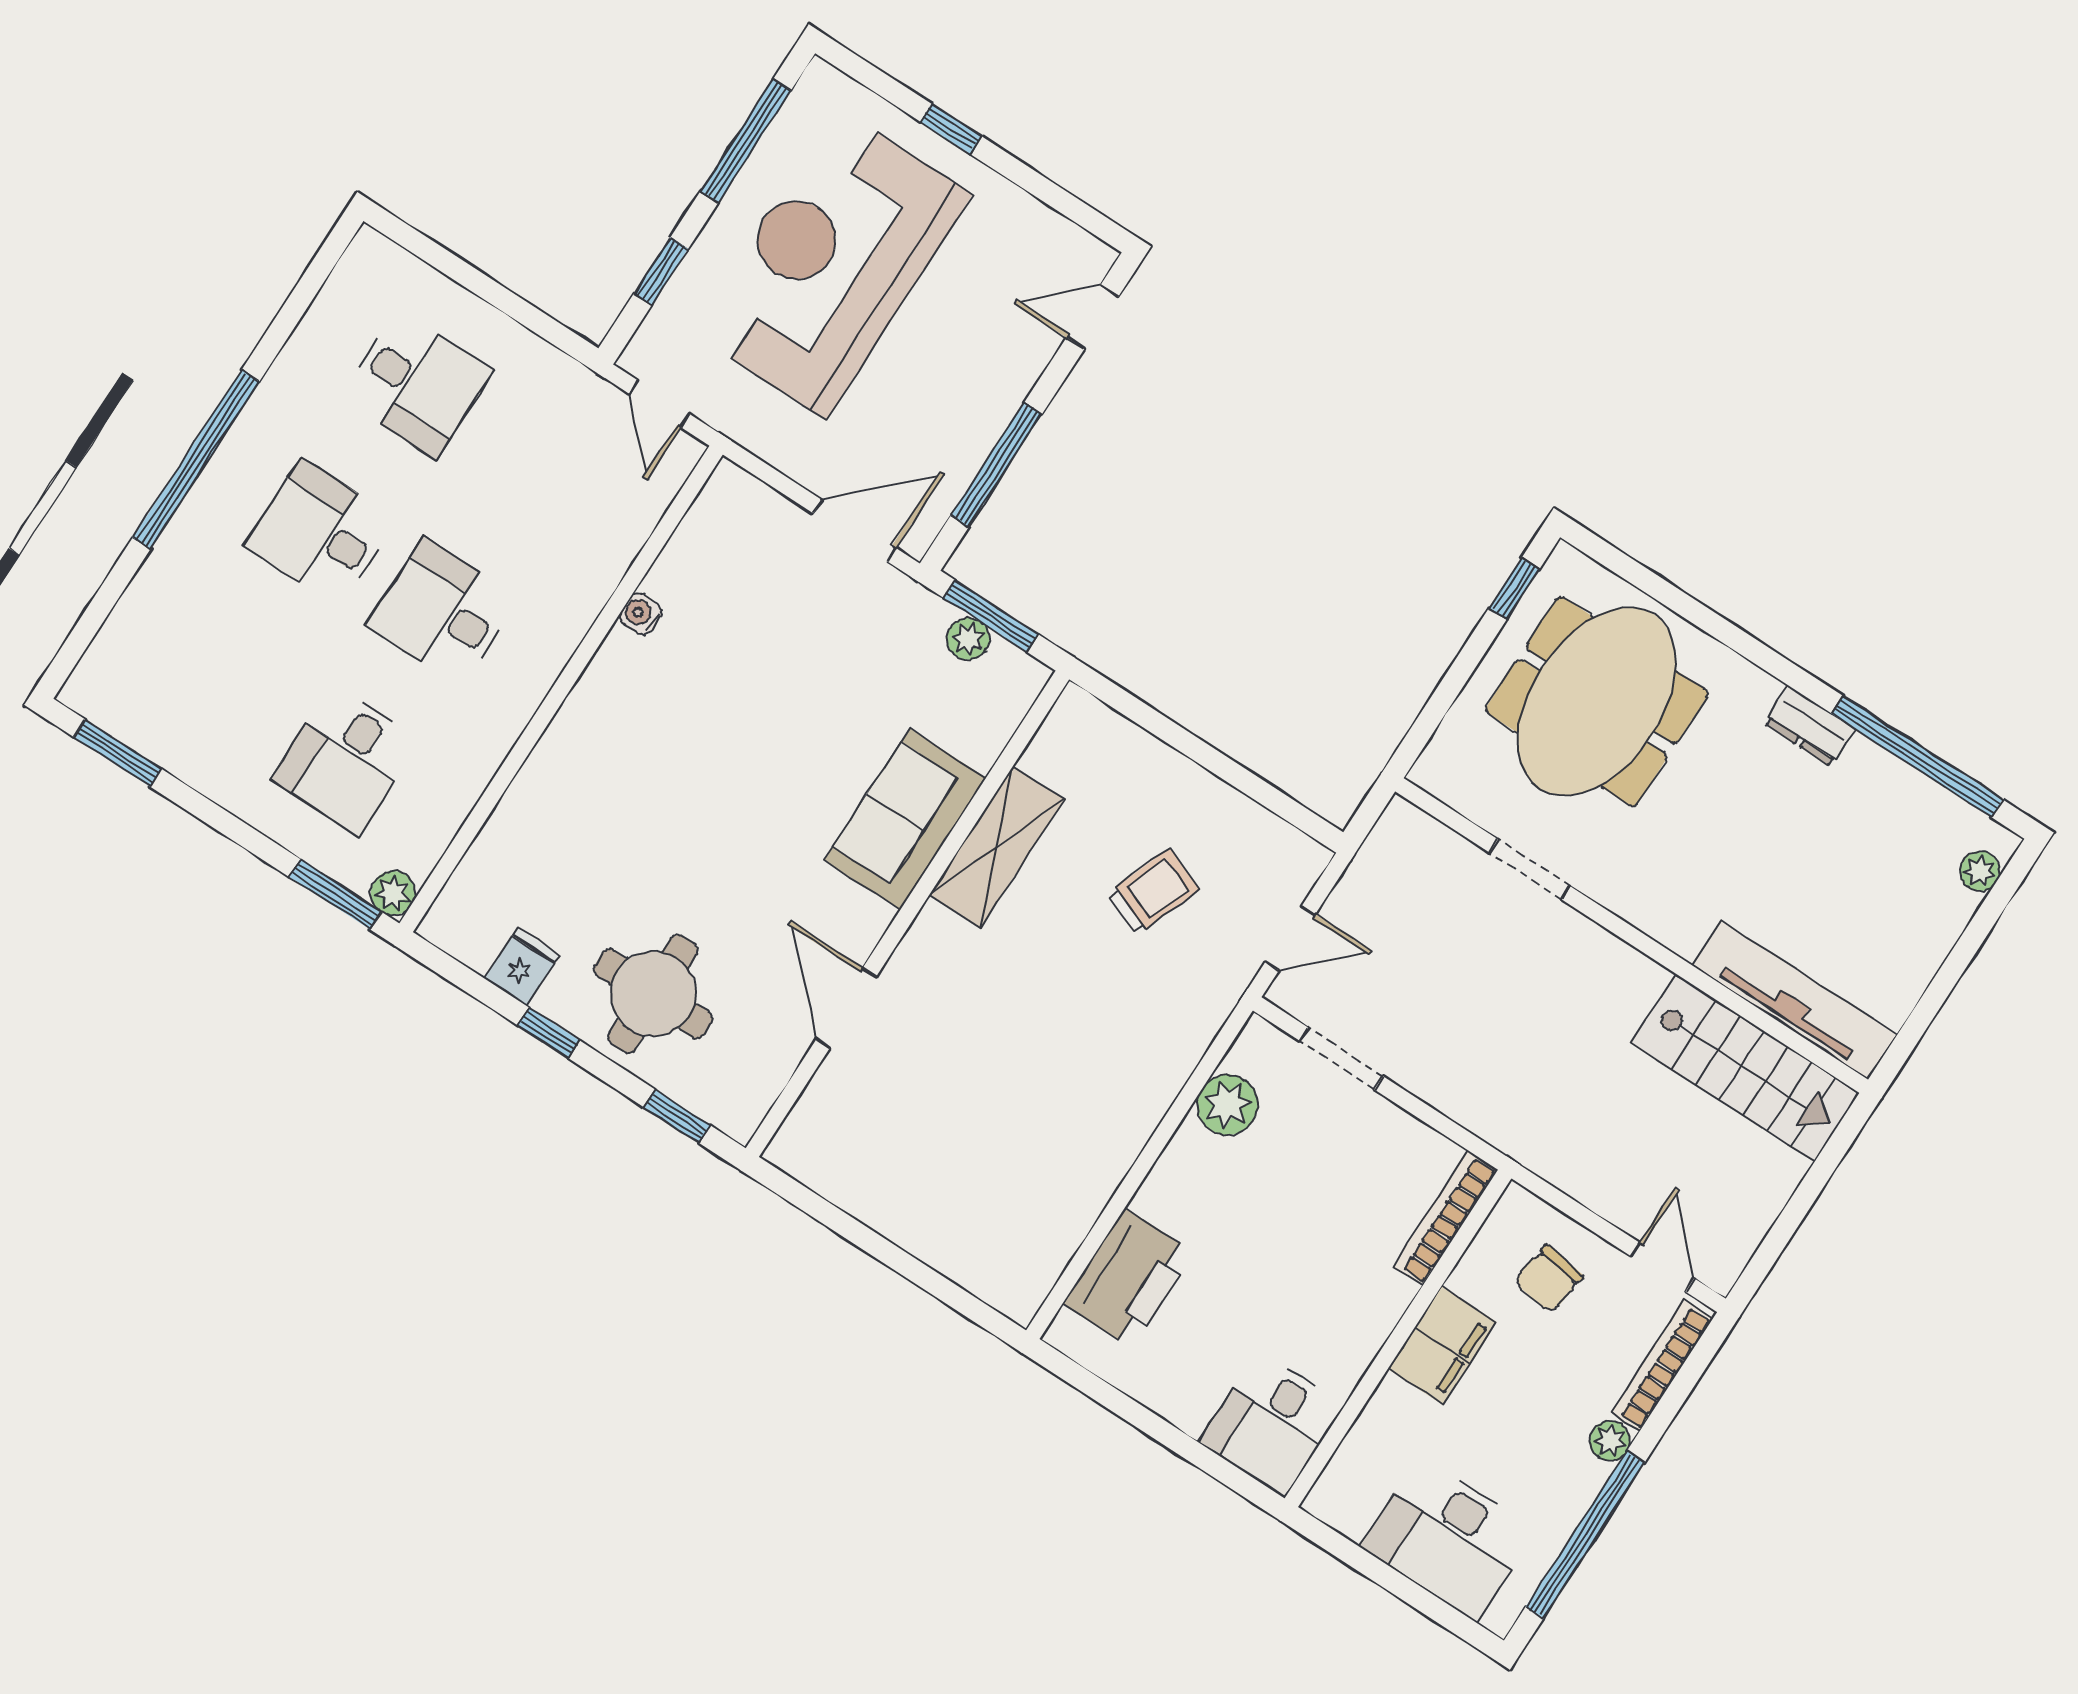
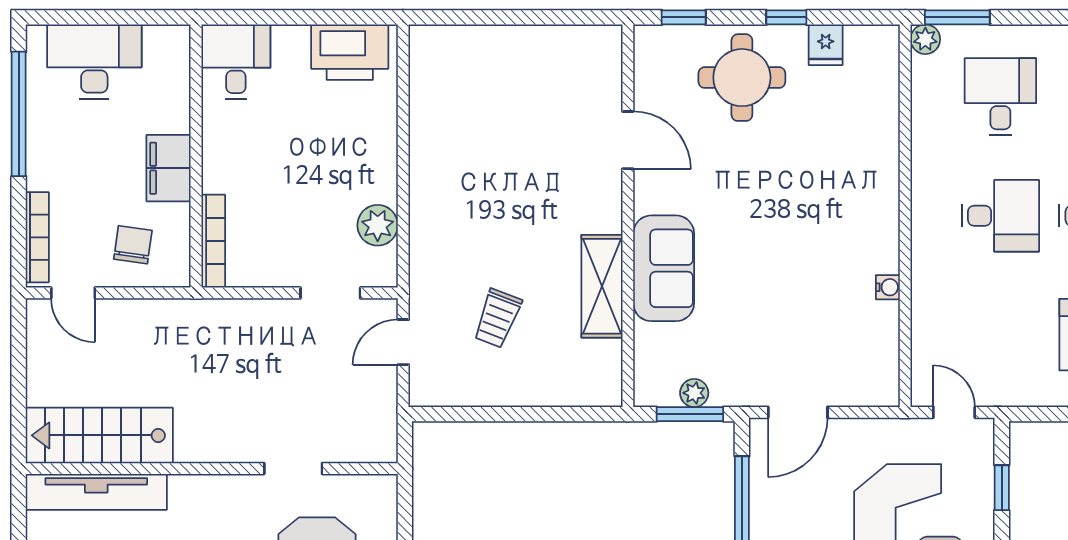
printer: (1128, 1278) -> (350, 52), moved, turned -90
plant: (1610, 1441) -> (39, 176), removed

